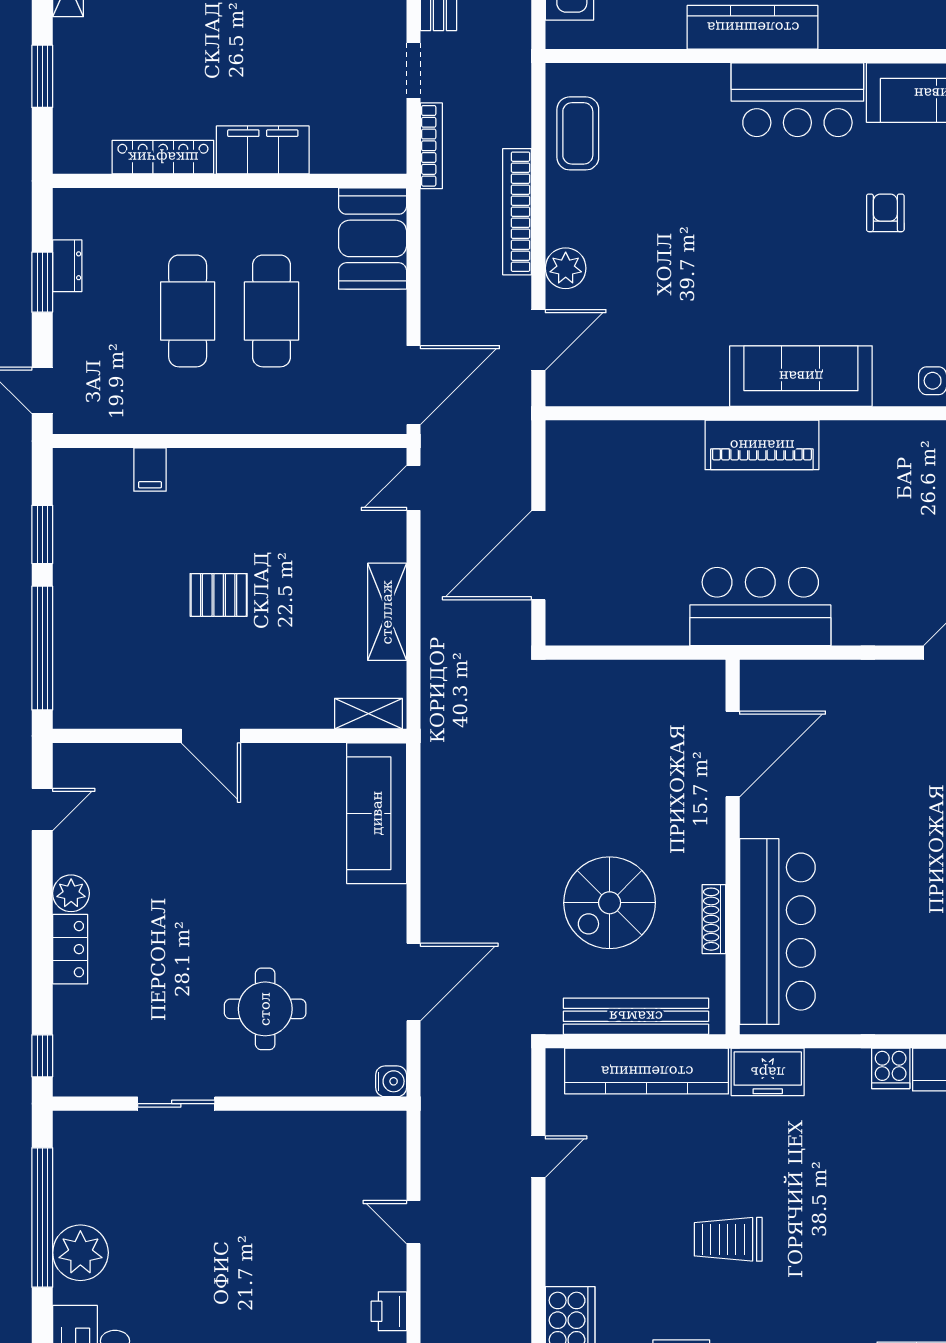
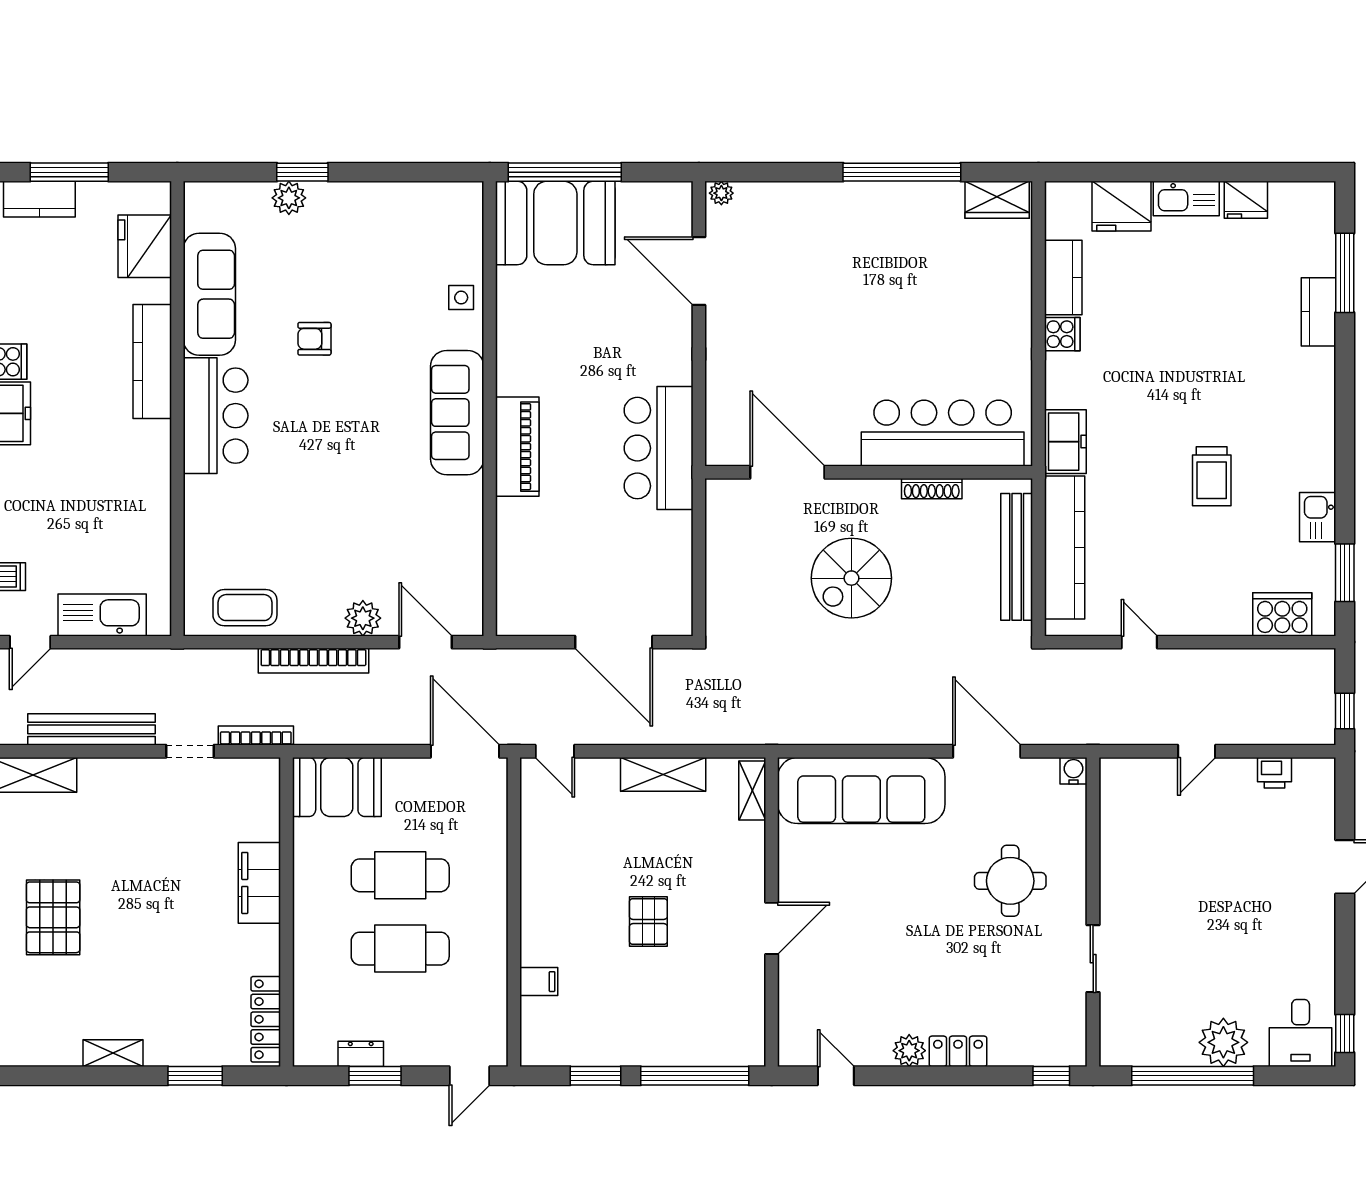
kitchen counter: (753, 27) -> (152, 362), moved
locker: (163, 157) -> (266, 1019), moved
sofa: (377, 813) -> (861, 791), width x1.36, depth x1.27
spiral stairs: (610, 903) -> (851, 578), moved, turned 90

